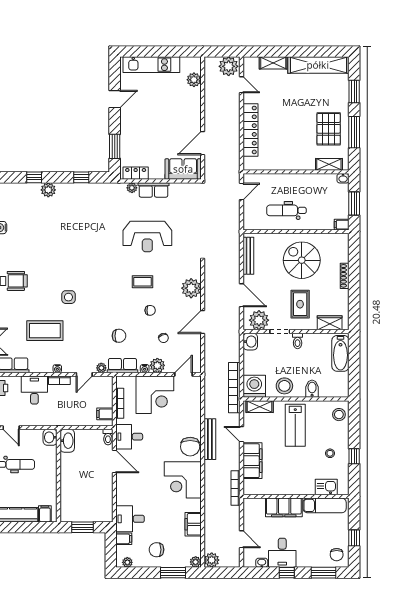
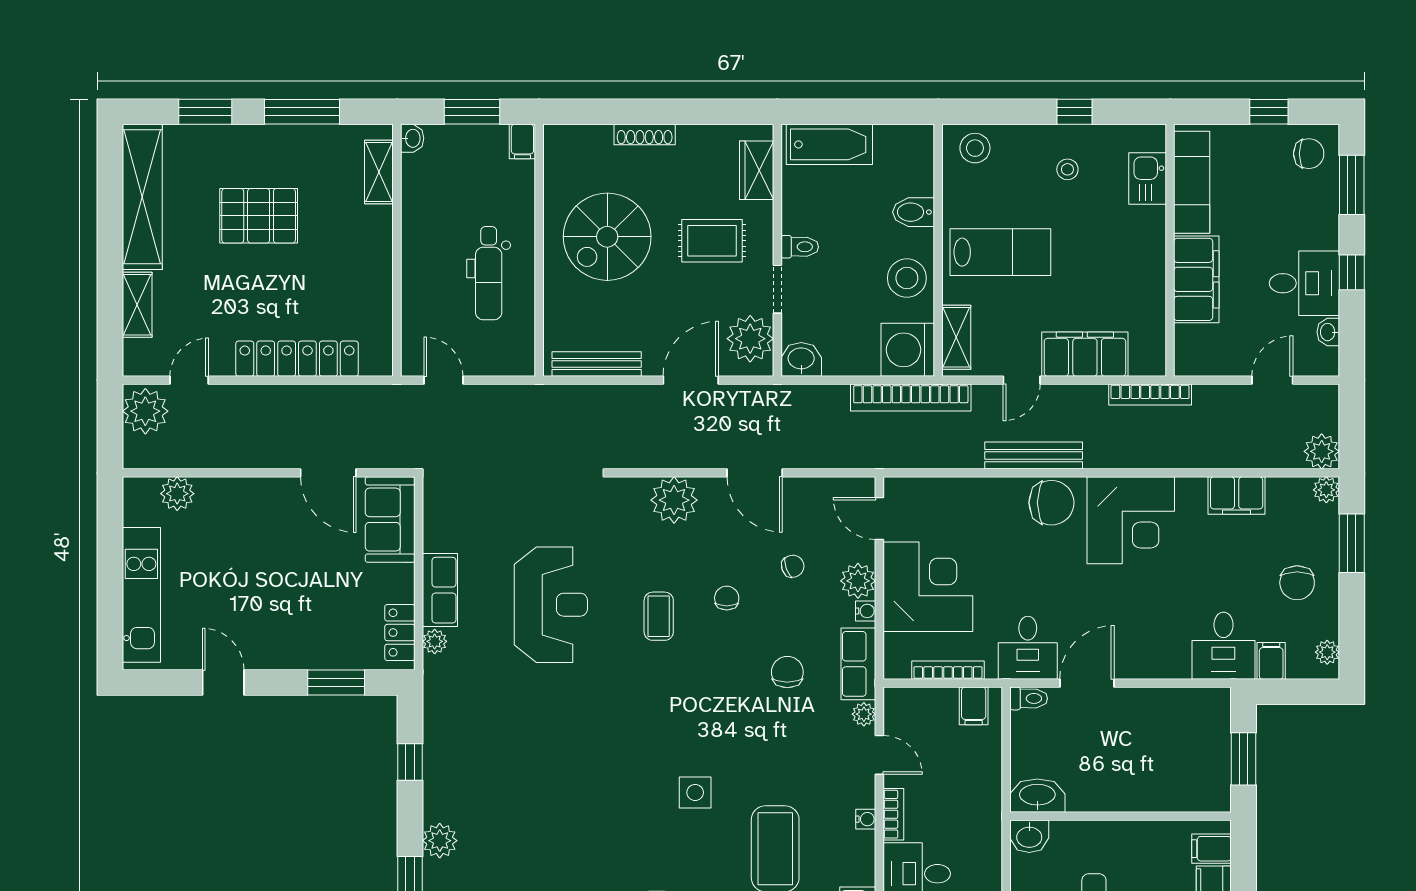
pallet: (329, 129) -> (259, 216), moved

